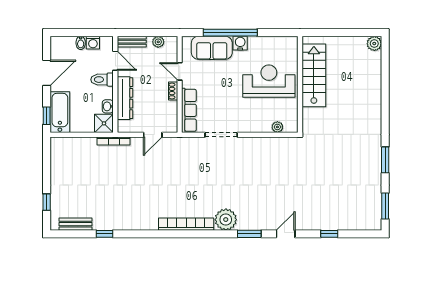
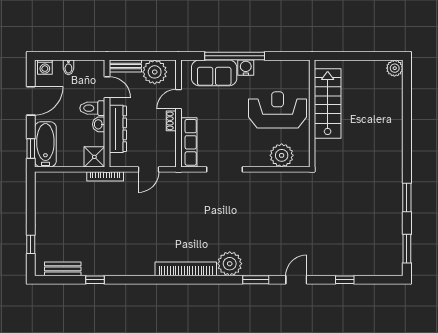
plant: (158, 42) -> (155, 72), width x1.88, depth x1.88
washing machine: (93, 43) -> (45, 67), moved
door: (180, 71) -> (178, 99), hinge flipped
washbasin: (108, 106) -> (99, 124), moved
plant: (277, 127) -> (282, 155), width x1.88, depth x1.88

